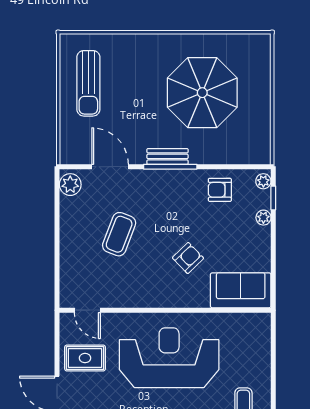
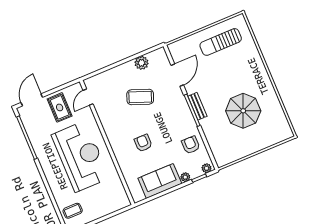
parasol: (202, 93) -> (243, 111), width x0.73, depth x0.73
plant: (70, 185) -> (142, 63), moved
armchair: (188, 258) -> (143, 143), turned -136
sofa: (241, 290) -> (160, 181), moved, turned -90

